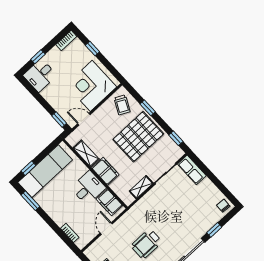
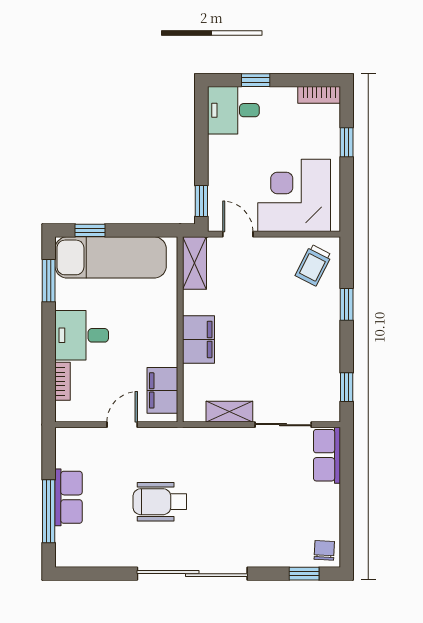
pallet: (138, 137) -> (294, 334), removed
shelving: (86, 154) -> (195, 263), moved
desk: (88, 188) -> (82, 335), moved, turned 180
window: (214, 230) -> (304, 574), moved

